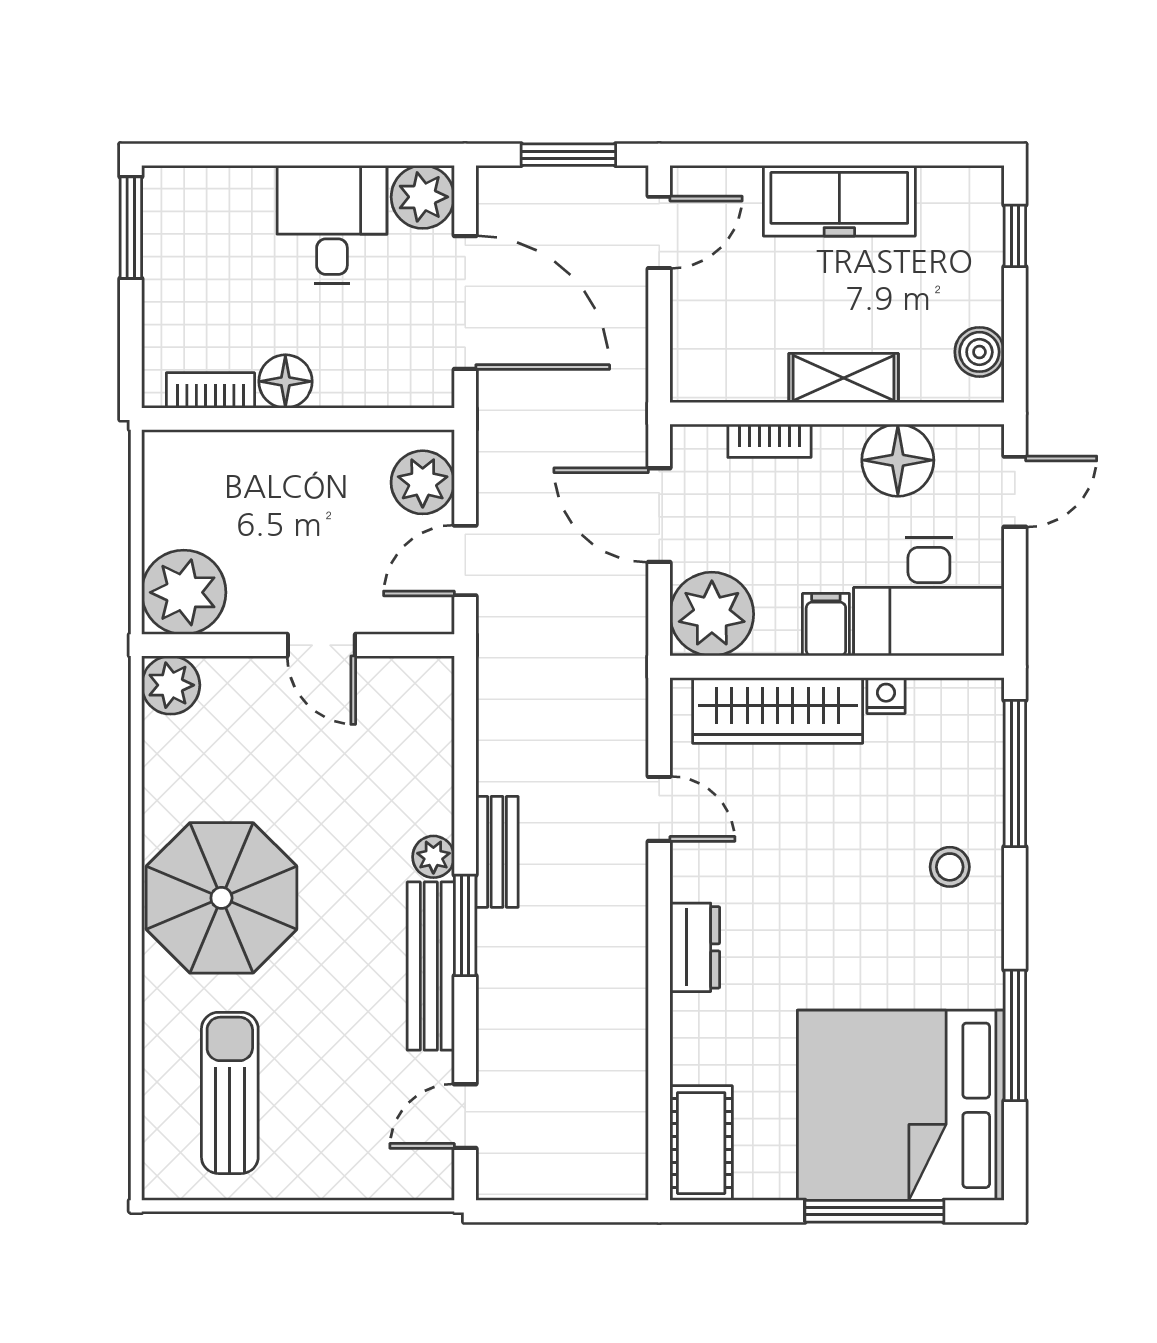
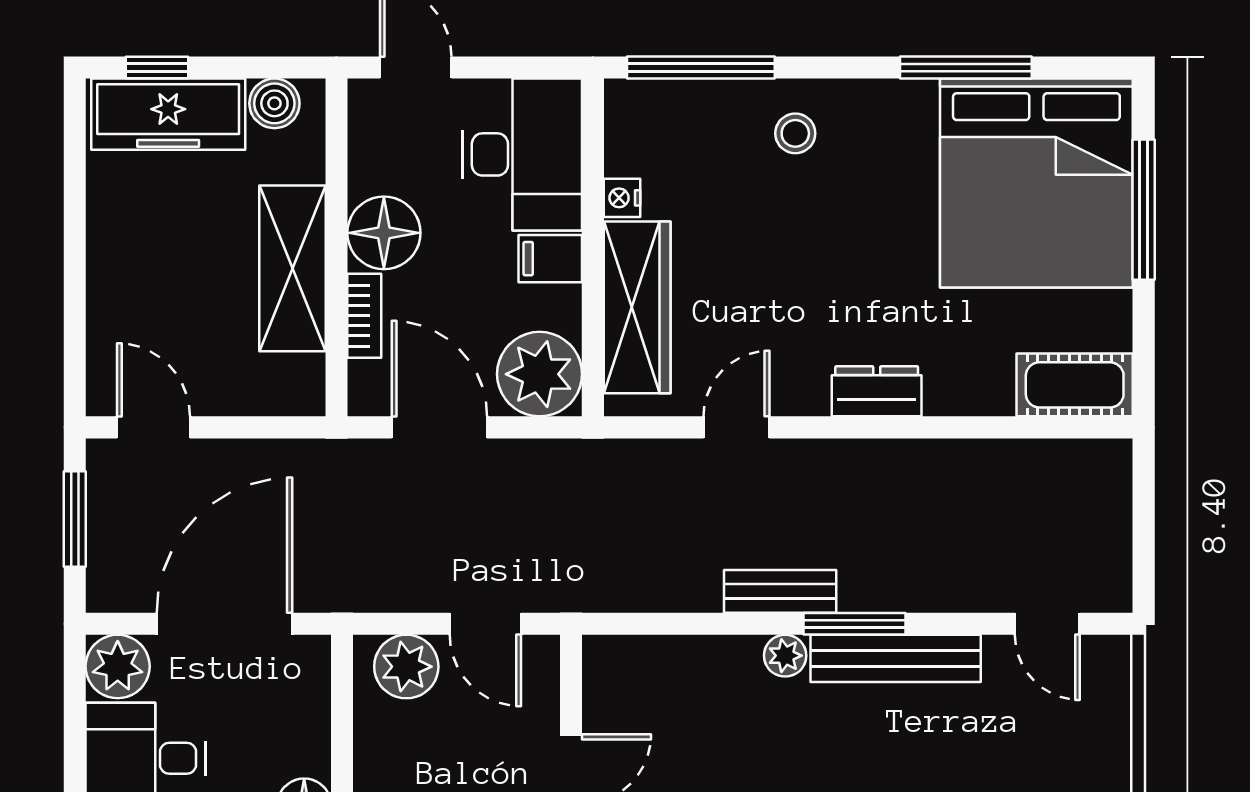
freezer: (839, 201) -> (168, 114), moved, turned 90
shelving: (844, 378) -> (292, 268), width x1.50, depth x1.33
floor lamp: (898, 460) -> (384, 233), moved
door: (659, 515) -> (439, 427), swing flipped

